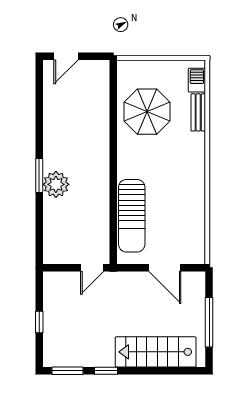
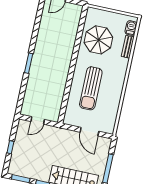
plant: (56, 184) -> (37, 70), removed
sun lounger: (132, 216) -> (91, 88), moved
door: (92, 268) -> (38, 120), moved

